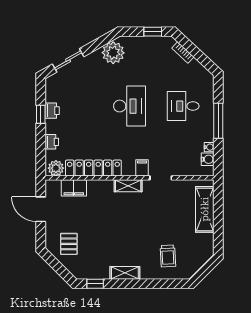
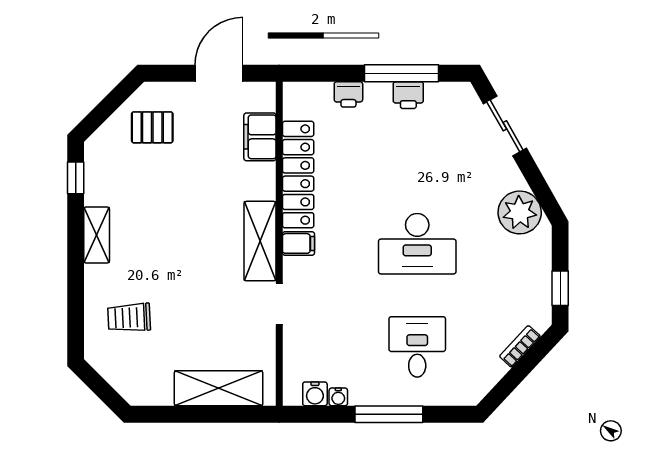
window: (41, 114) -> (402, 73), width x2.17
plant: (56, 168) -> (298, 102), removed
filing cabinet: (142, 168) -> (298, 243), moved
shelving: (128, 186) -> (260, 241), width x1.50, depth x1.33

